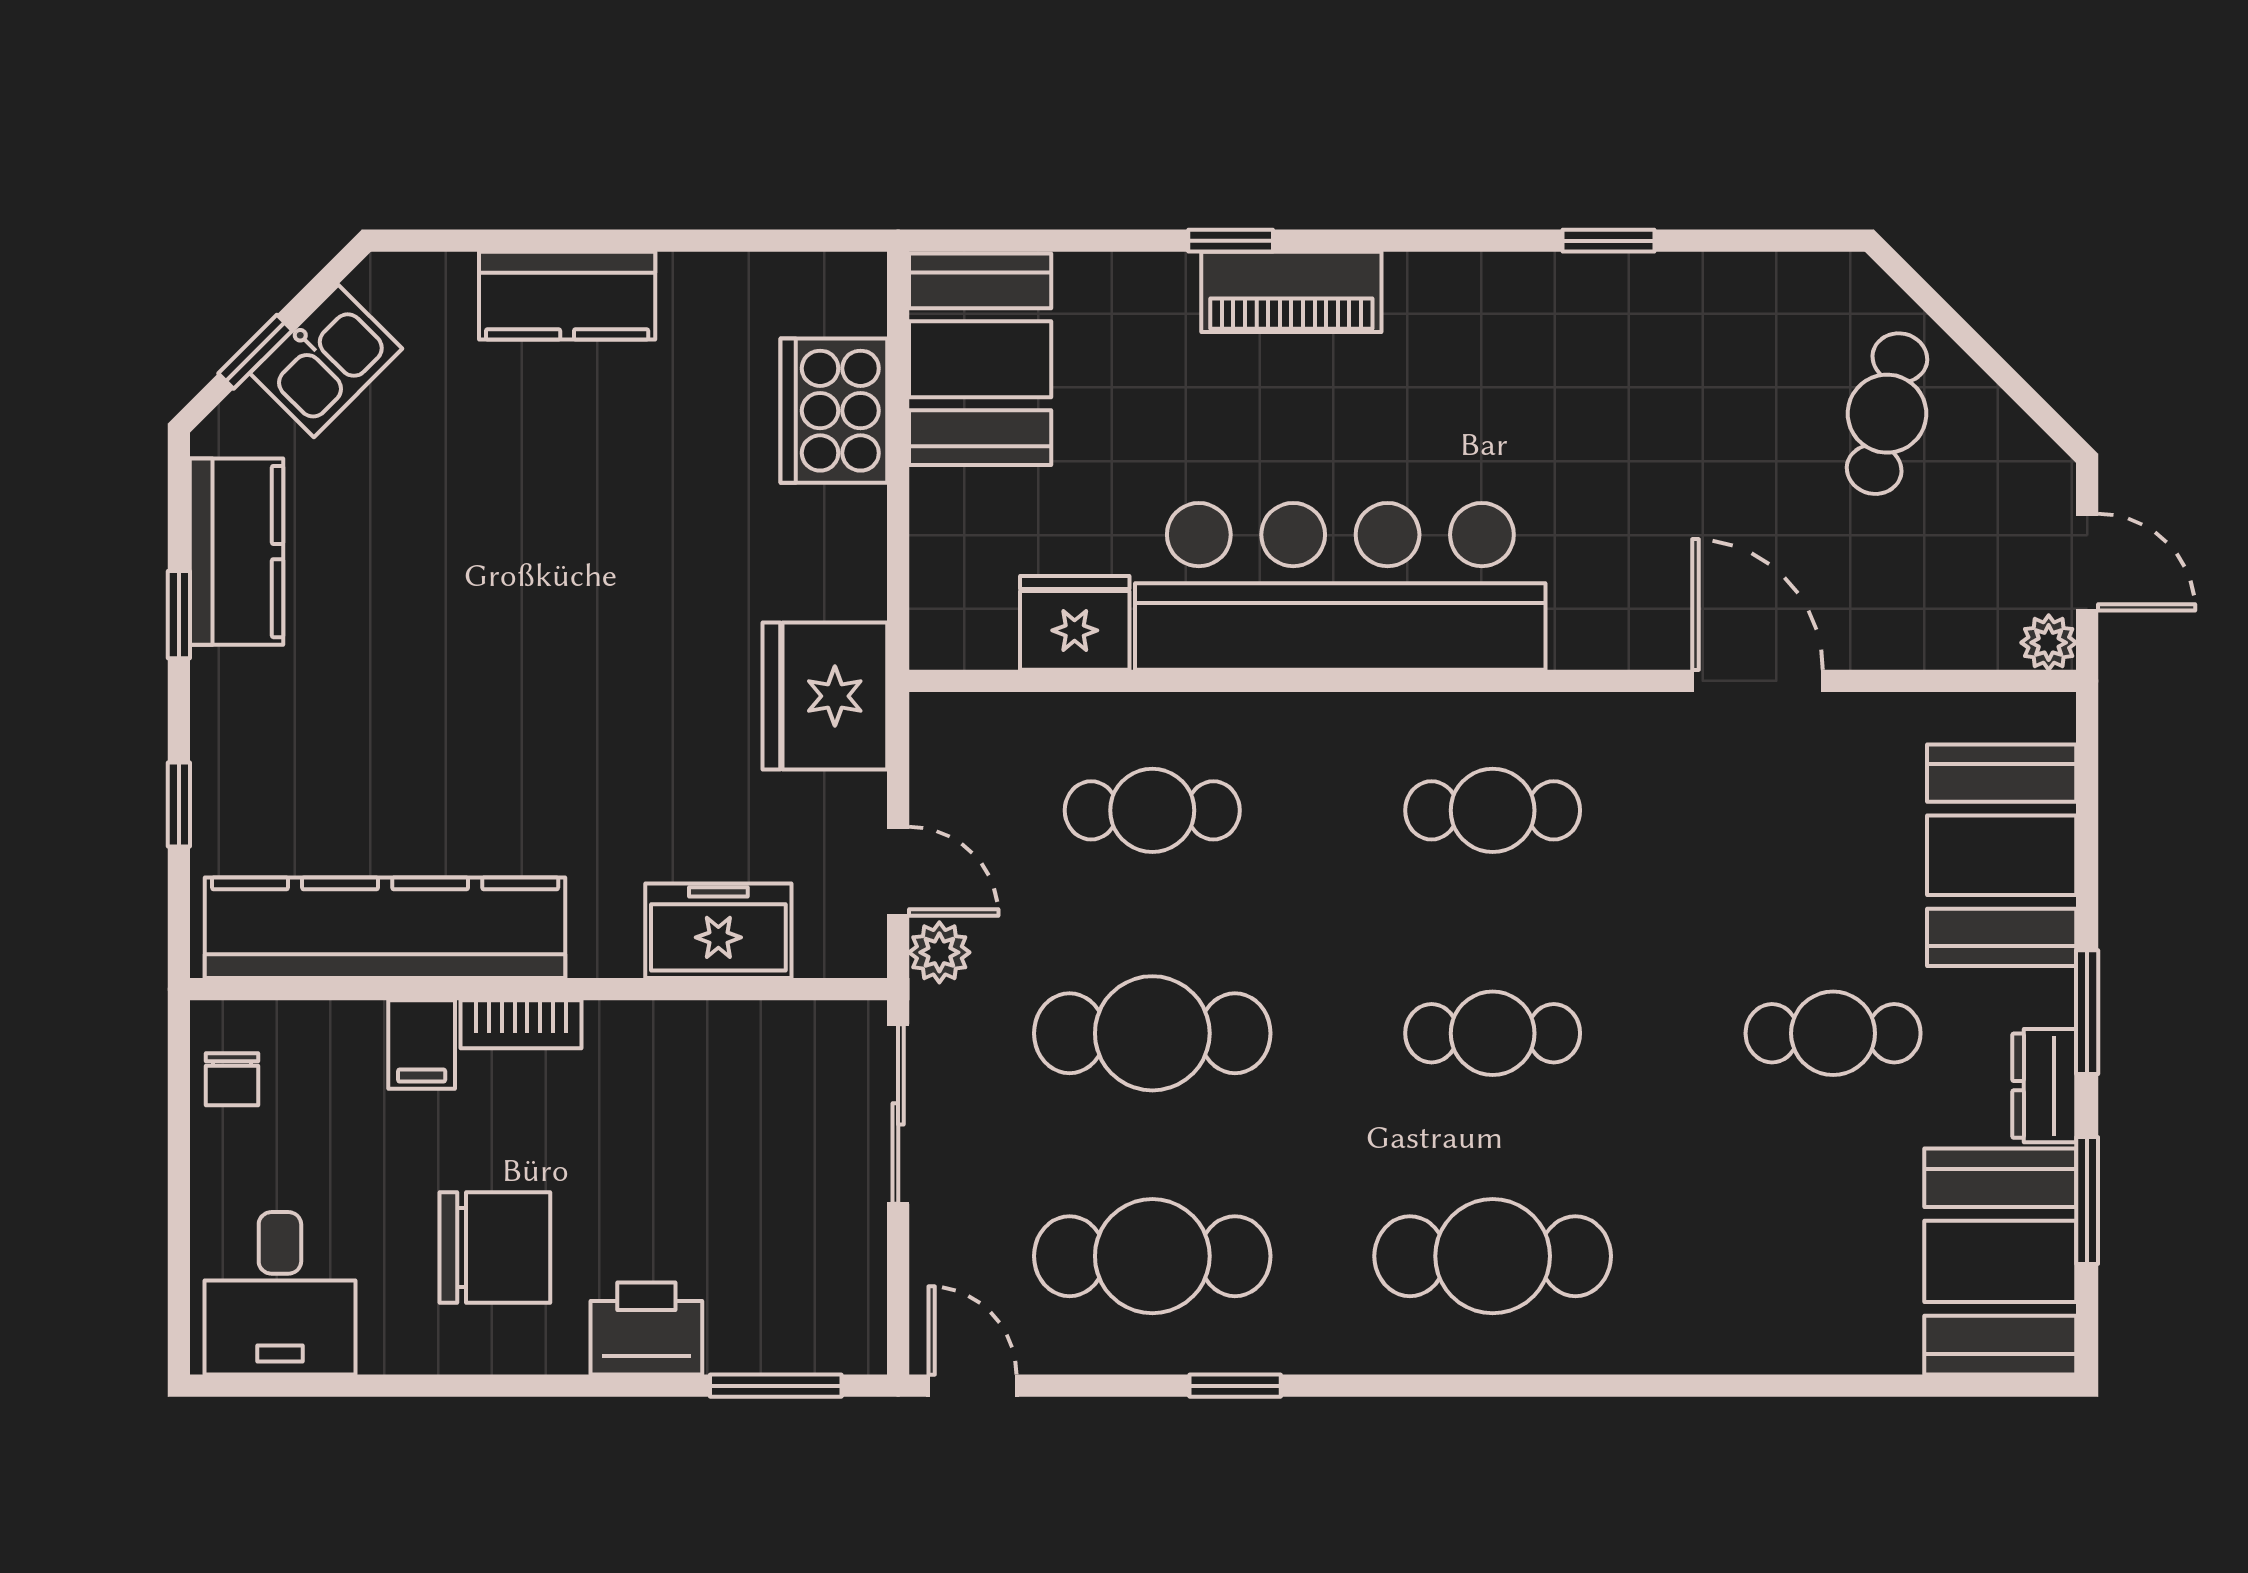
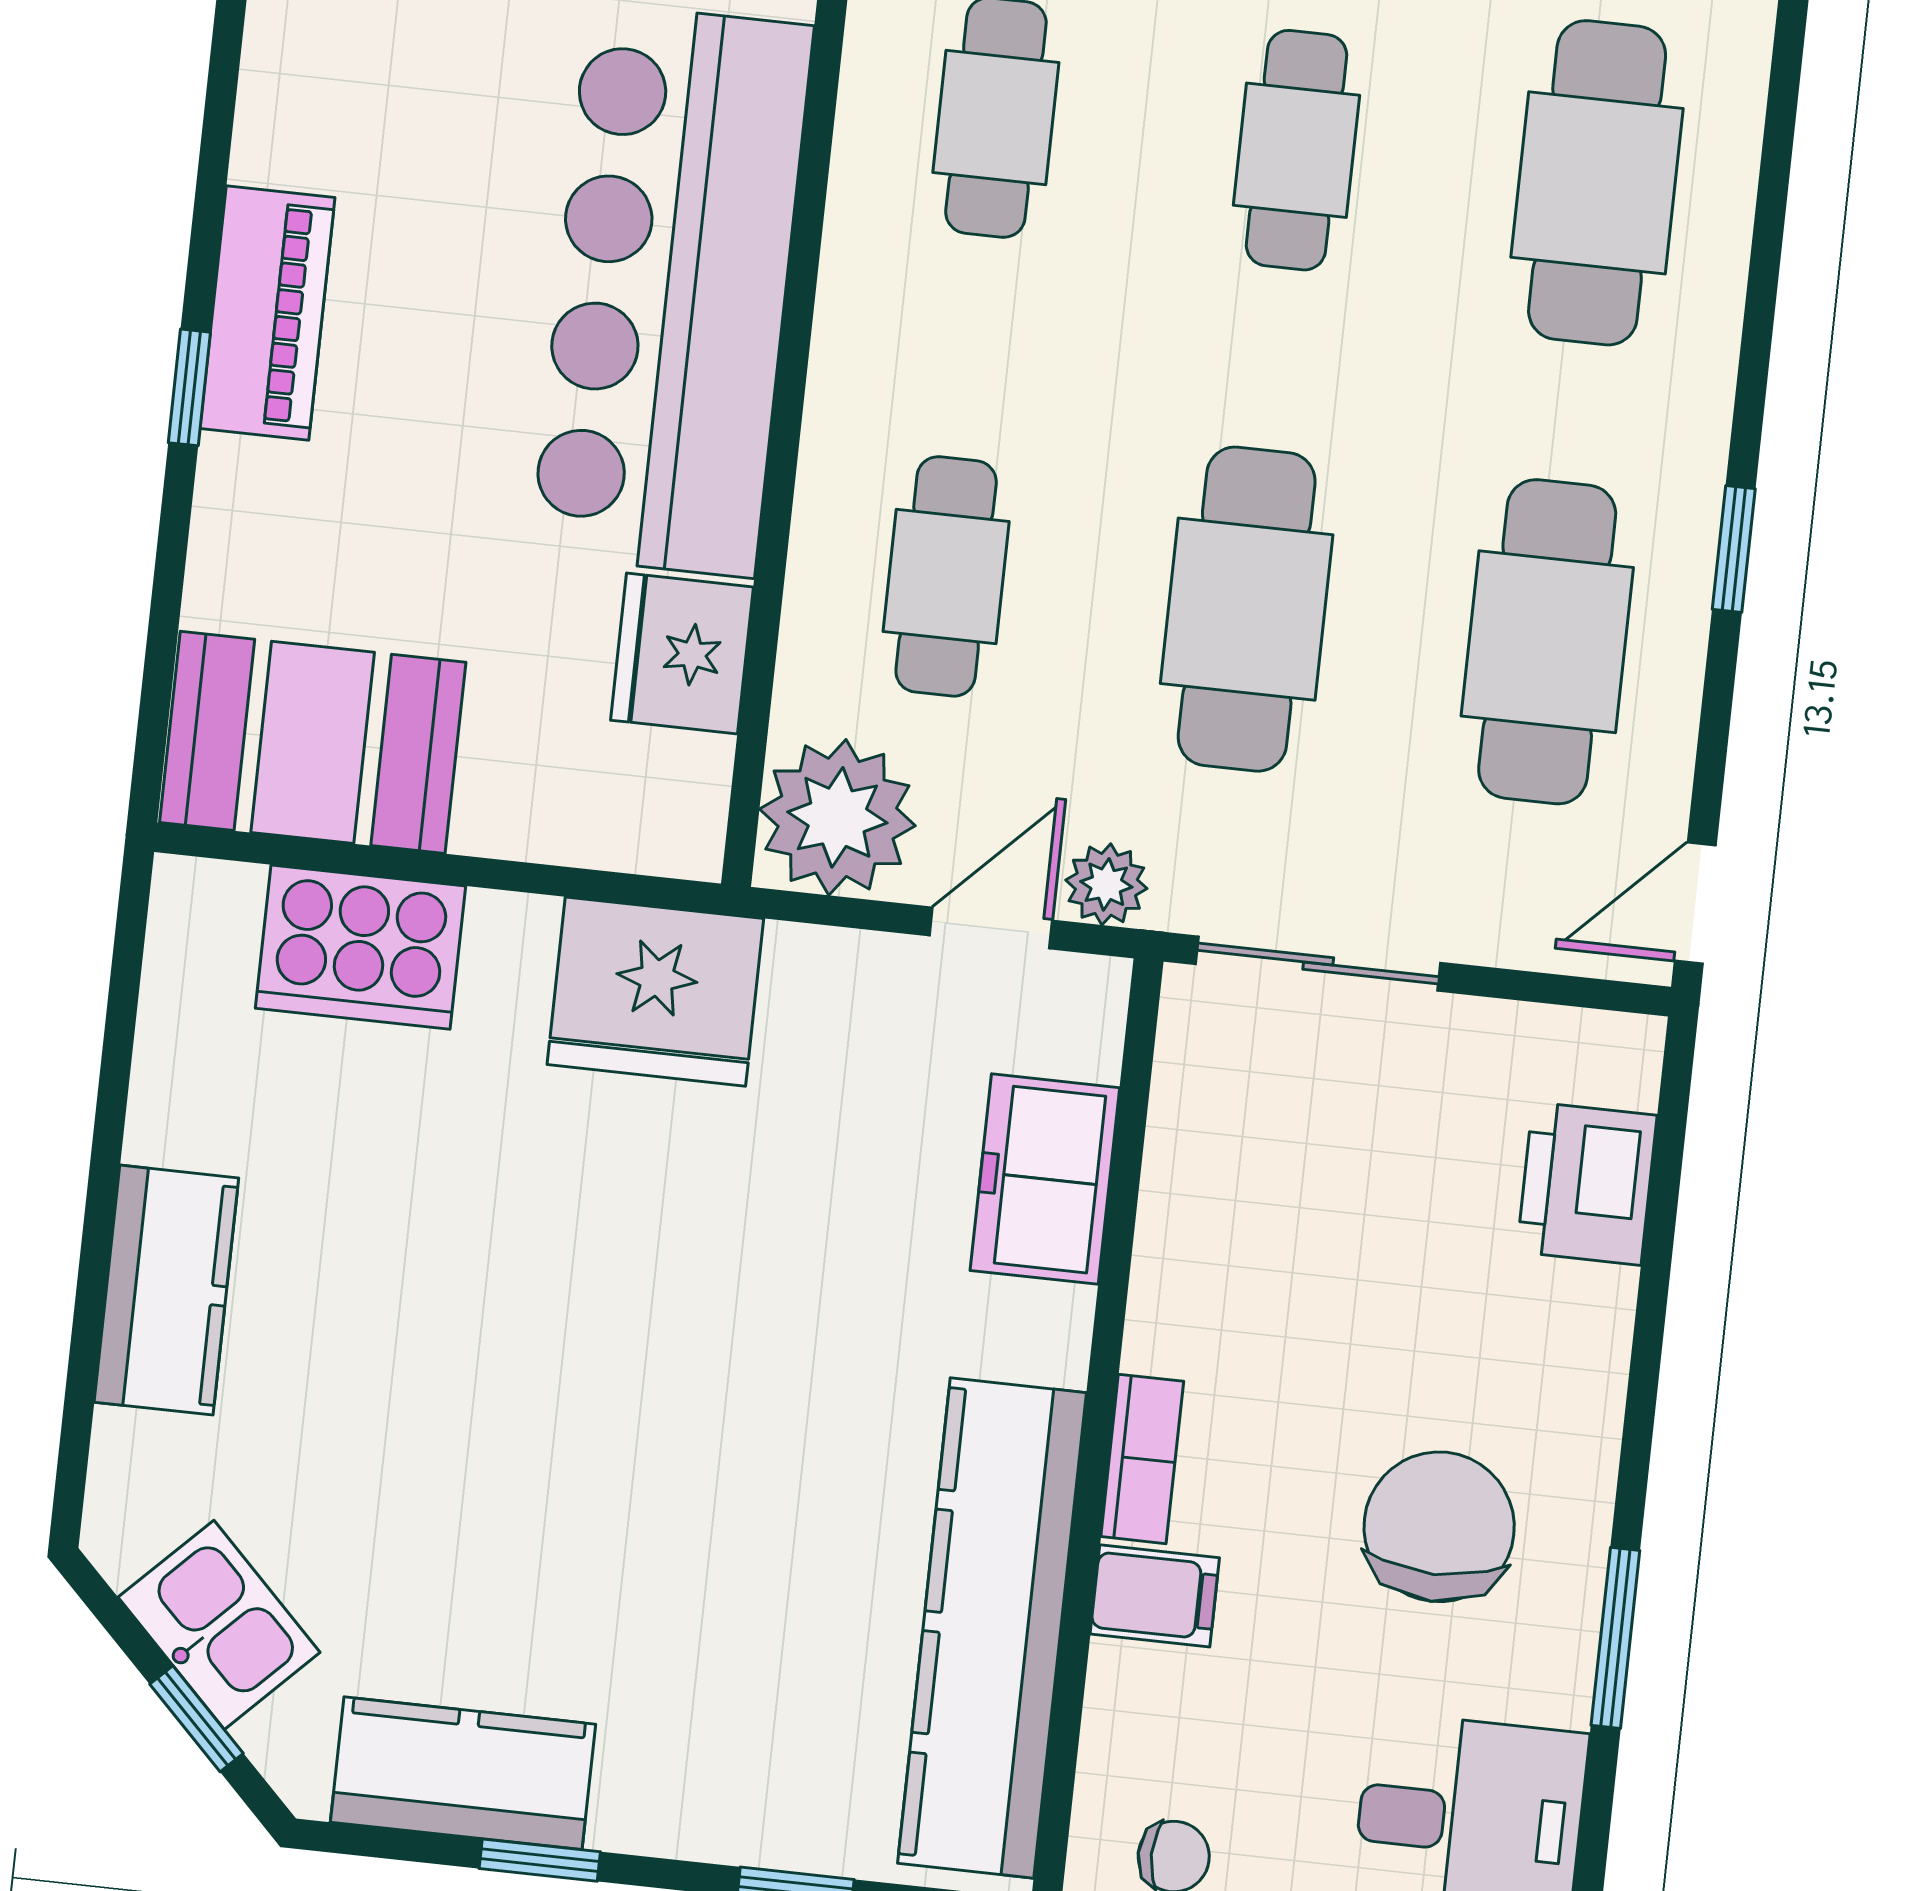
fridge: (825, 696) -> (655, 992), moved
plant: (967, 750) -> (837, 817), added
printer: (646, 1328) -> (1587, 1184), moved
window: (776, 1386) -> (1615, 1638), moved

